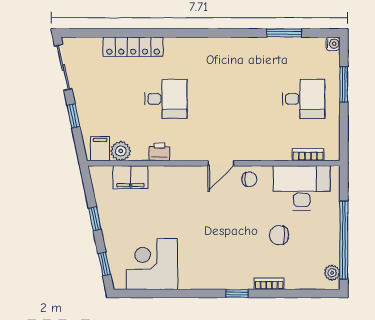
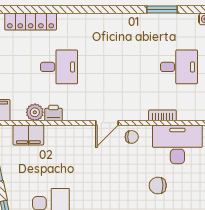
plant: (121, 151) -> (35, 112), moved
bookcase: (308, 155) -> (162, 115), moved

